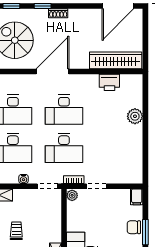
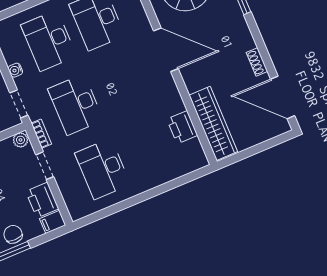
shoe rack: (58, 13) -> (257, 62), moved
desk: (64, 110) -> (103, 169), moved
plant: (135, 116) -> (153, 177), removed
printer: (119, 198) -> (42, 200), added

